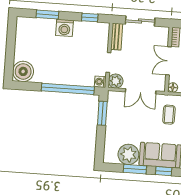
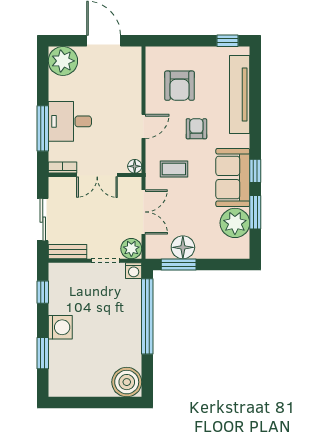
floor lamp: (114, 117) -> (183, 247), added

